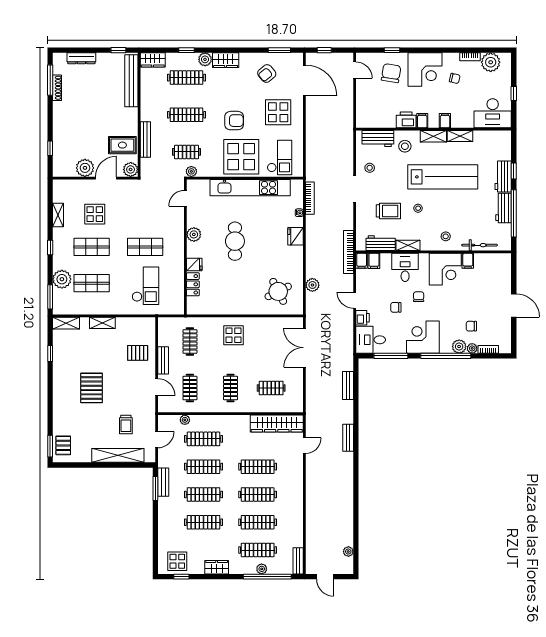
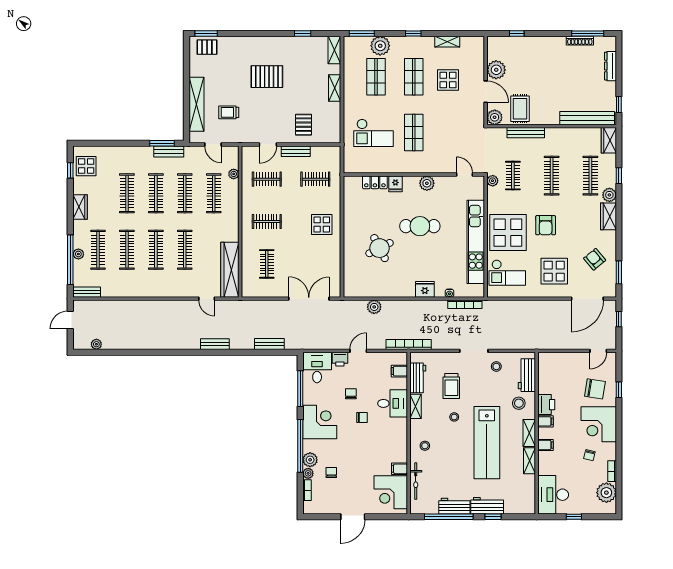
filing cabinet: (362, 261) -> (399, 358), removed
corner desk: (445, 269) -> (391, 492), moved
round table: (278, 291) -> (380, 248), moved

